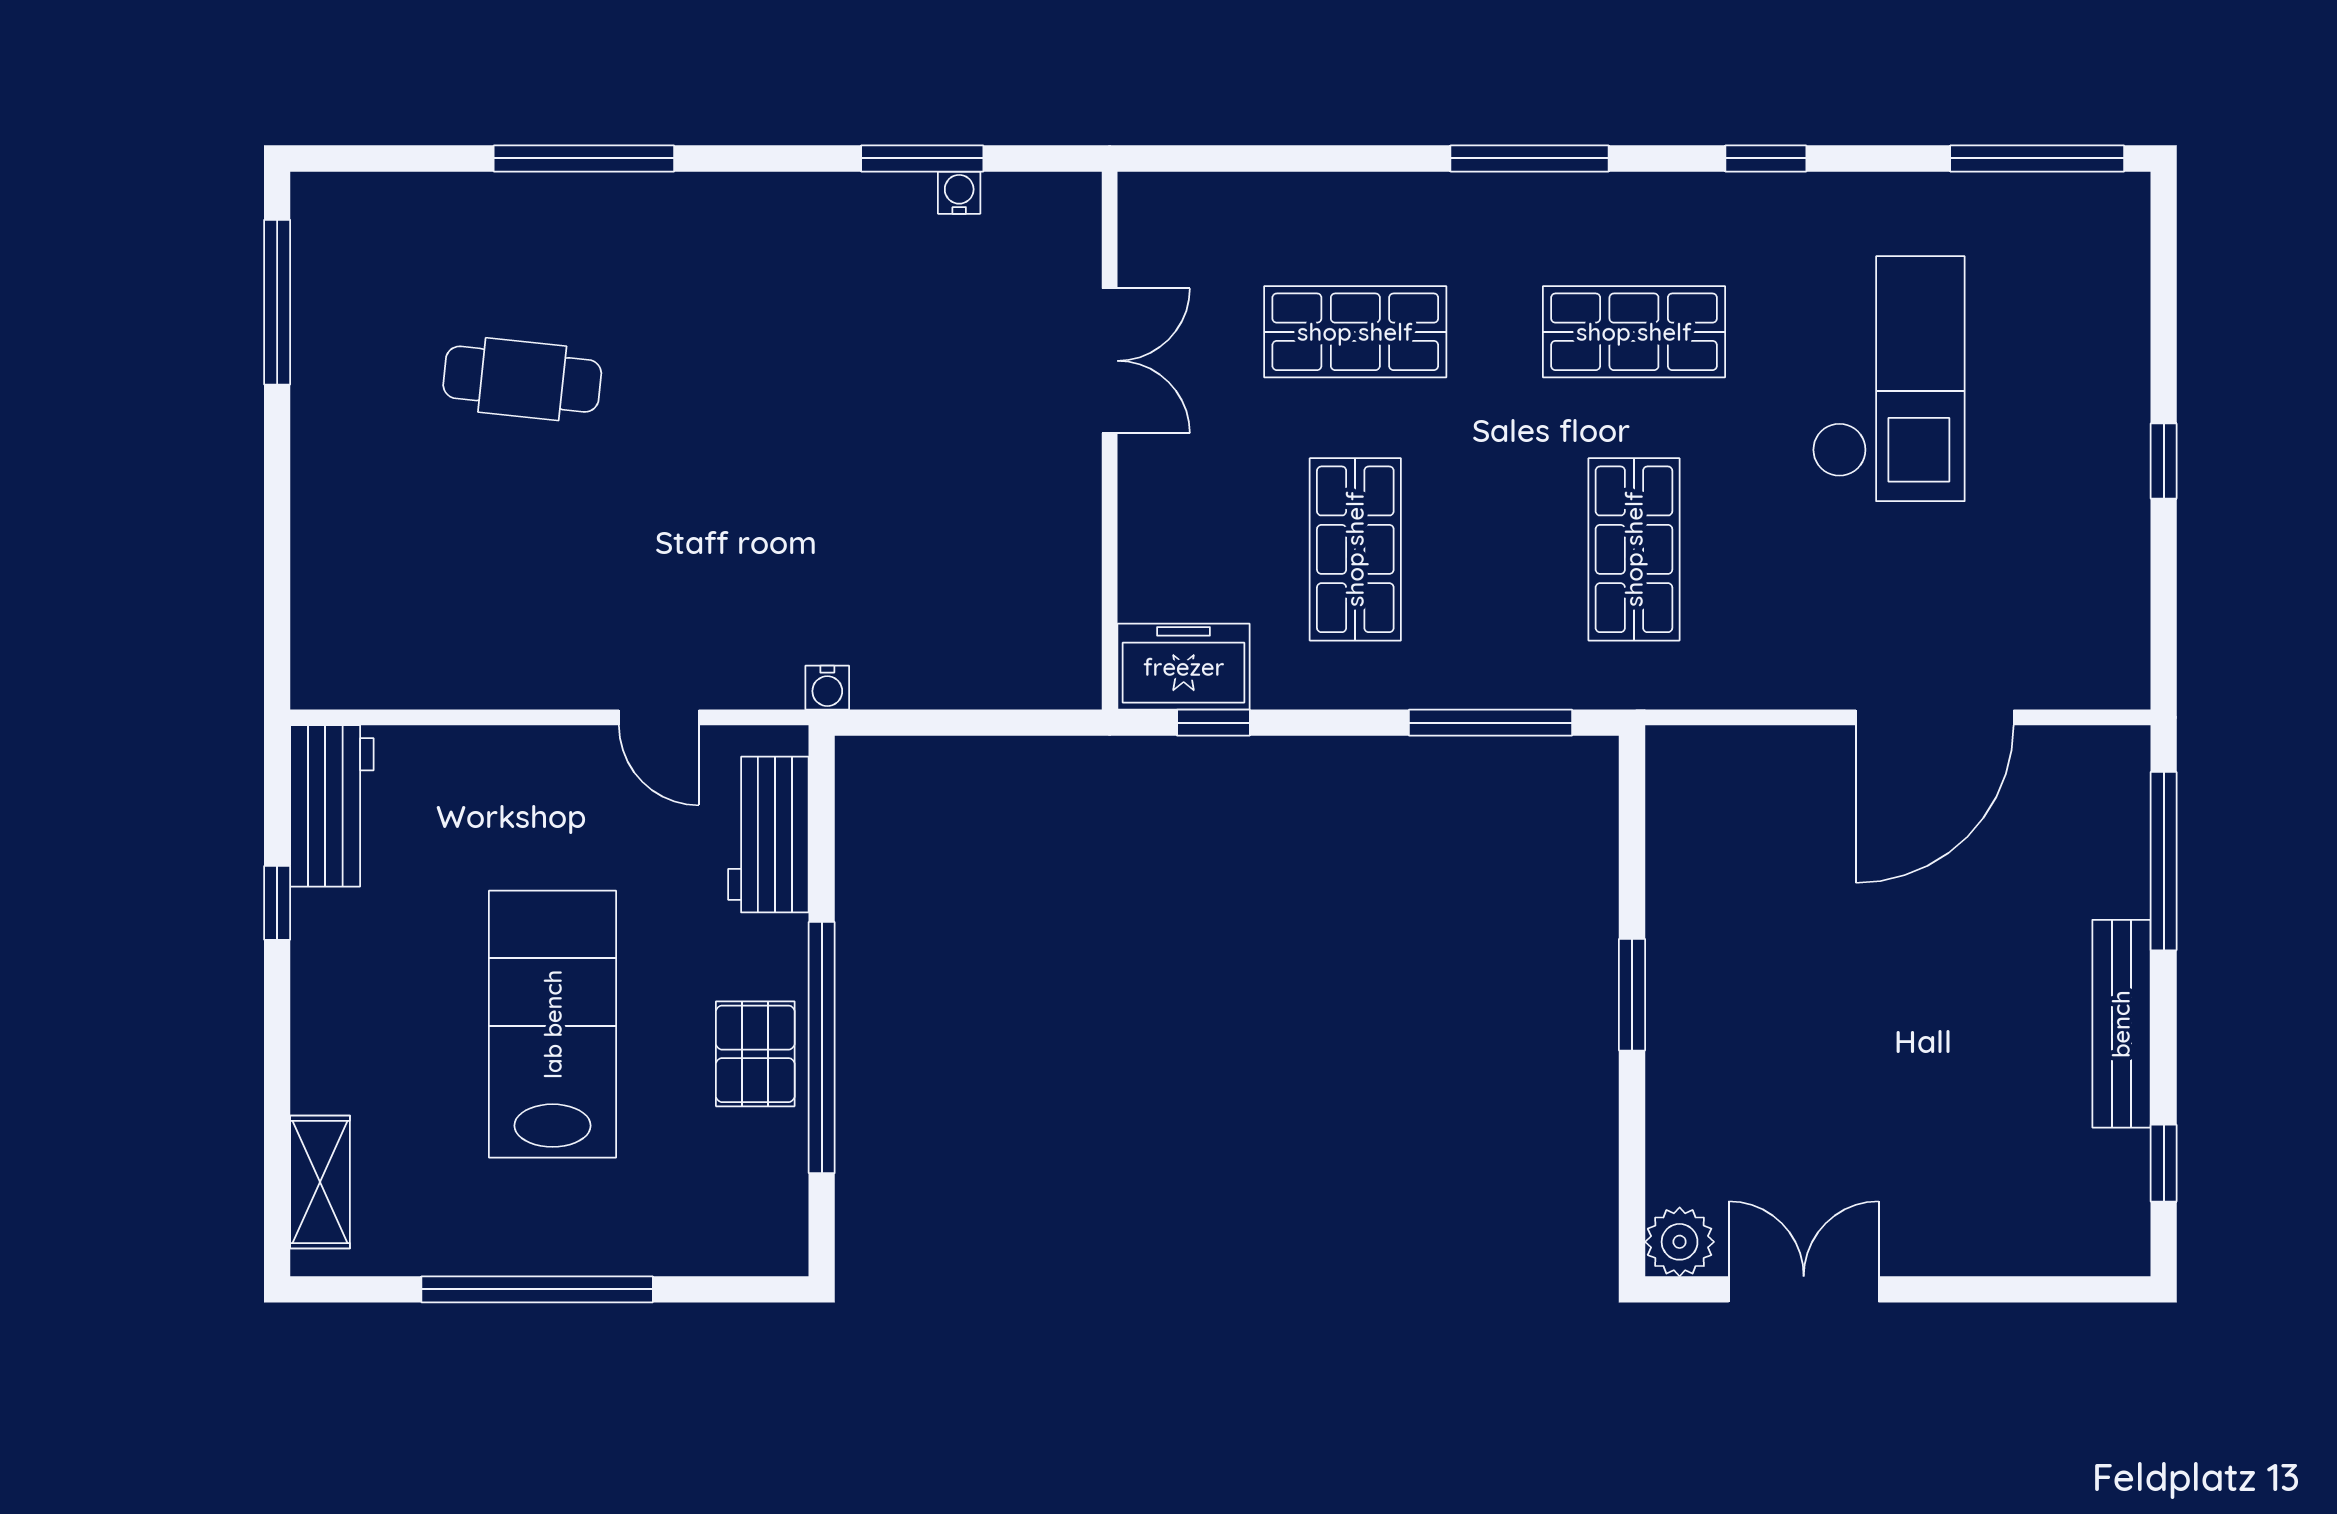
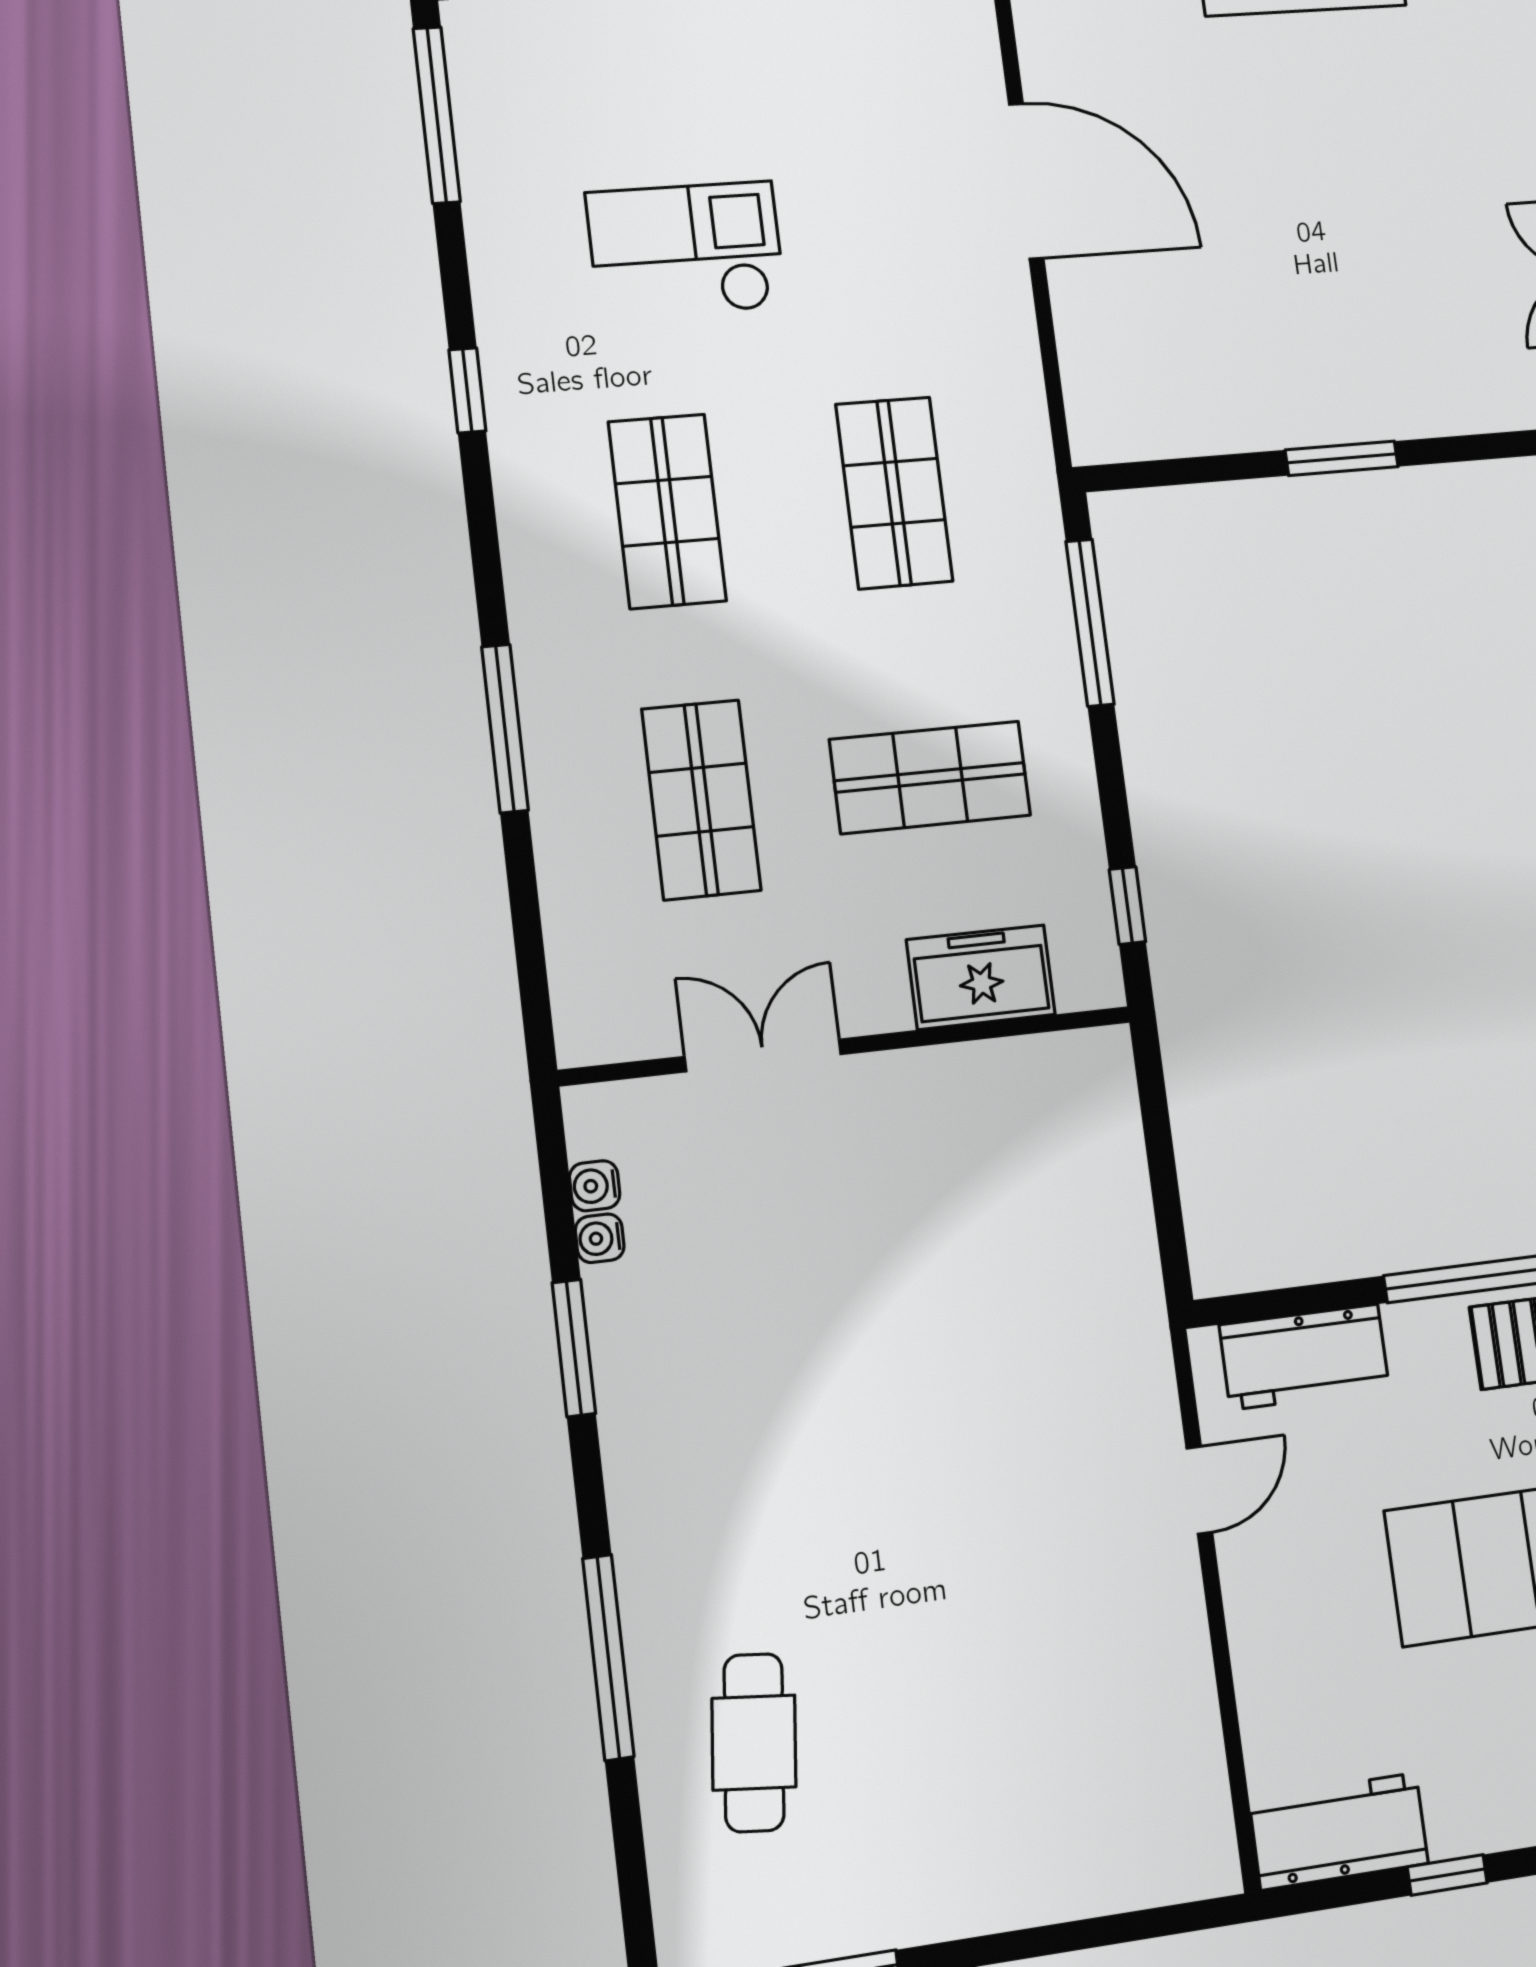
window: (922, 158) -> (574, 1348), moved
window: (1530, 158) -> (505, 728), moved
cafe table: (522, 379) -> (754, 1743), moved
checkout: (1888, 379) -> (686, 250), width x0.73, depth x0.83
shop shelf: (1634, 549) -> (894, 493), turned 90
freezer: (1184, 667) -> (981, 977), moved, turned 90
water cooler: (827, 688) -> (595, 1186), moved, turned 180

